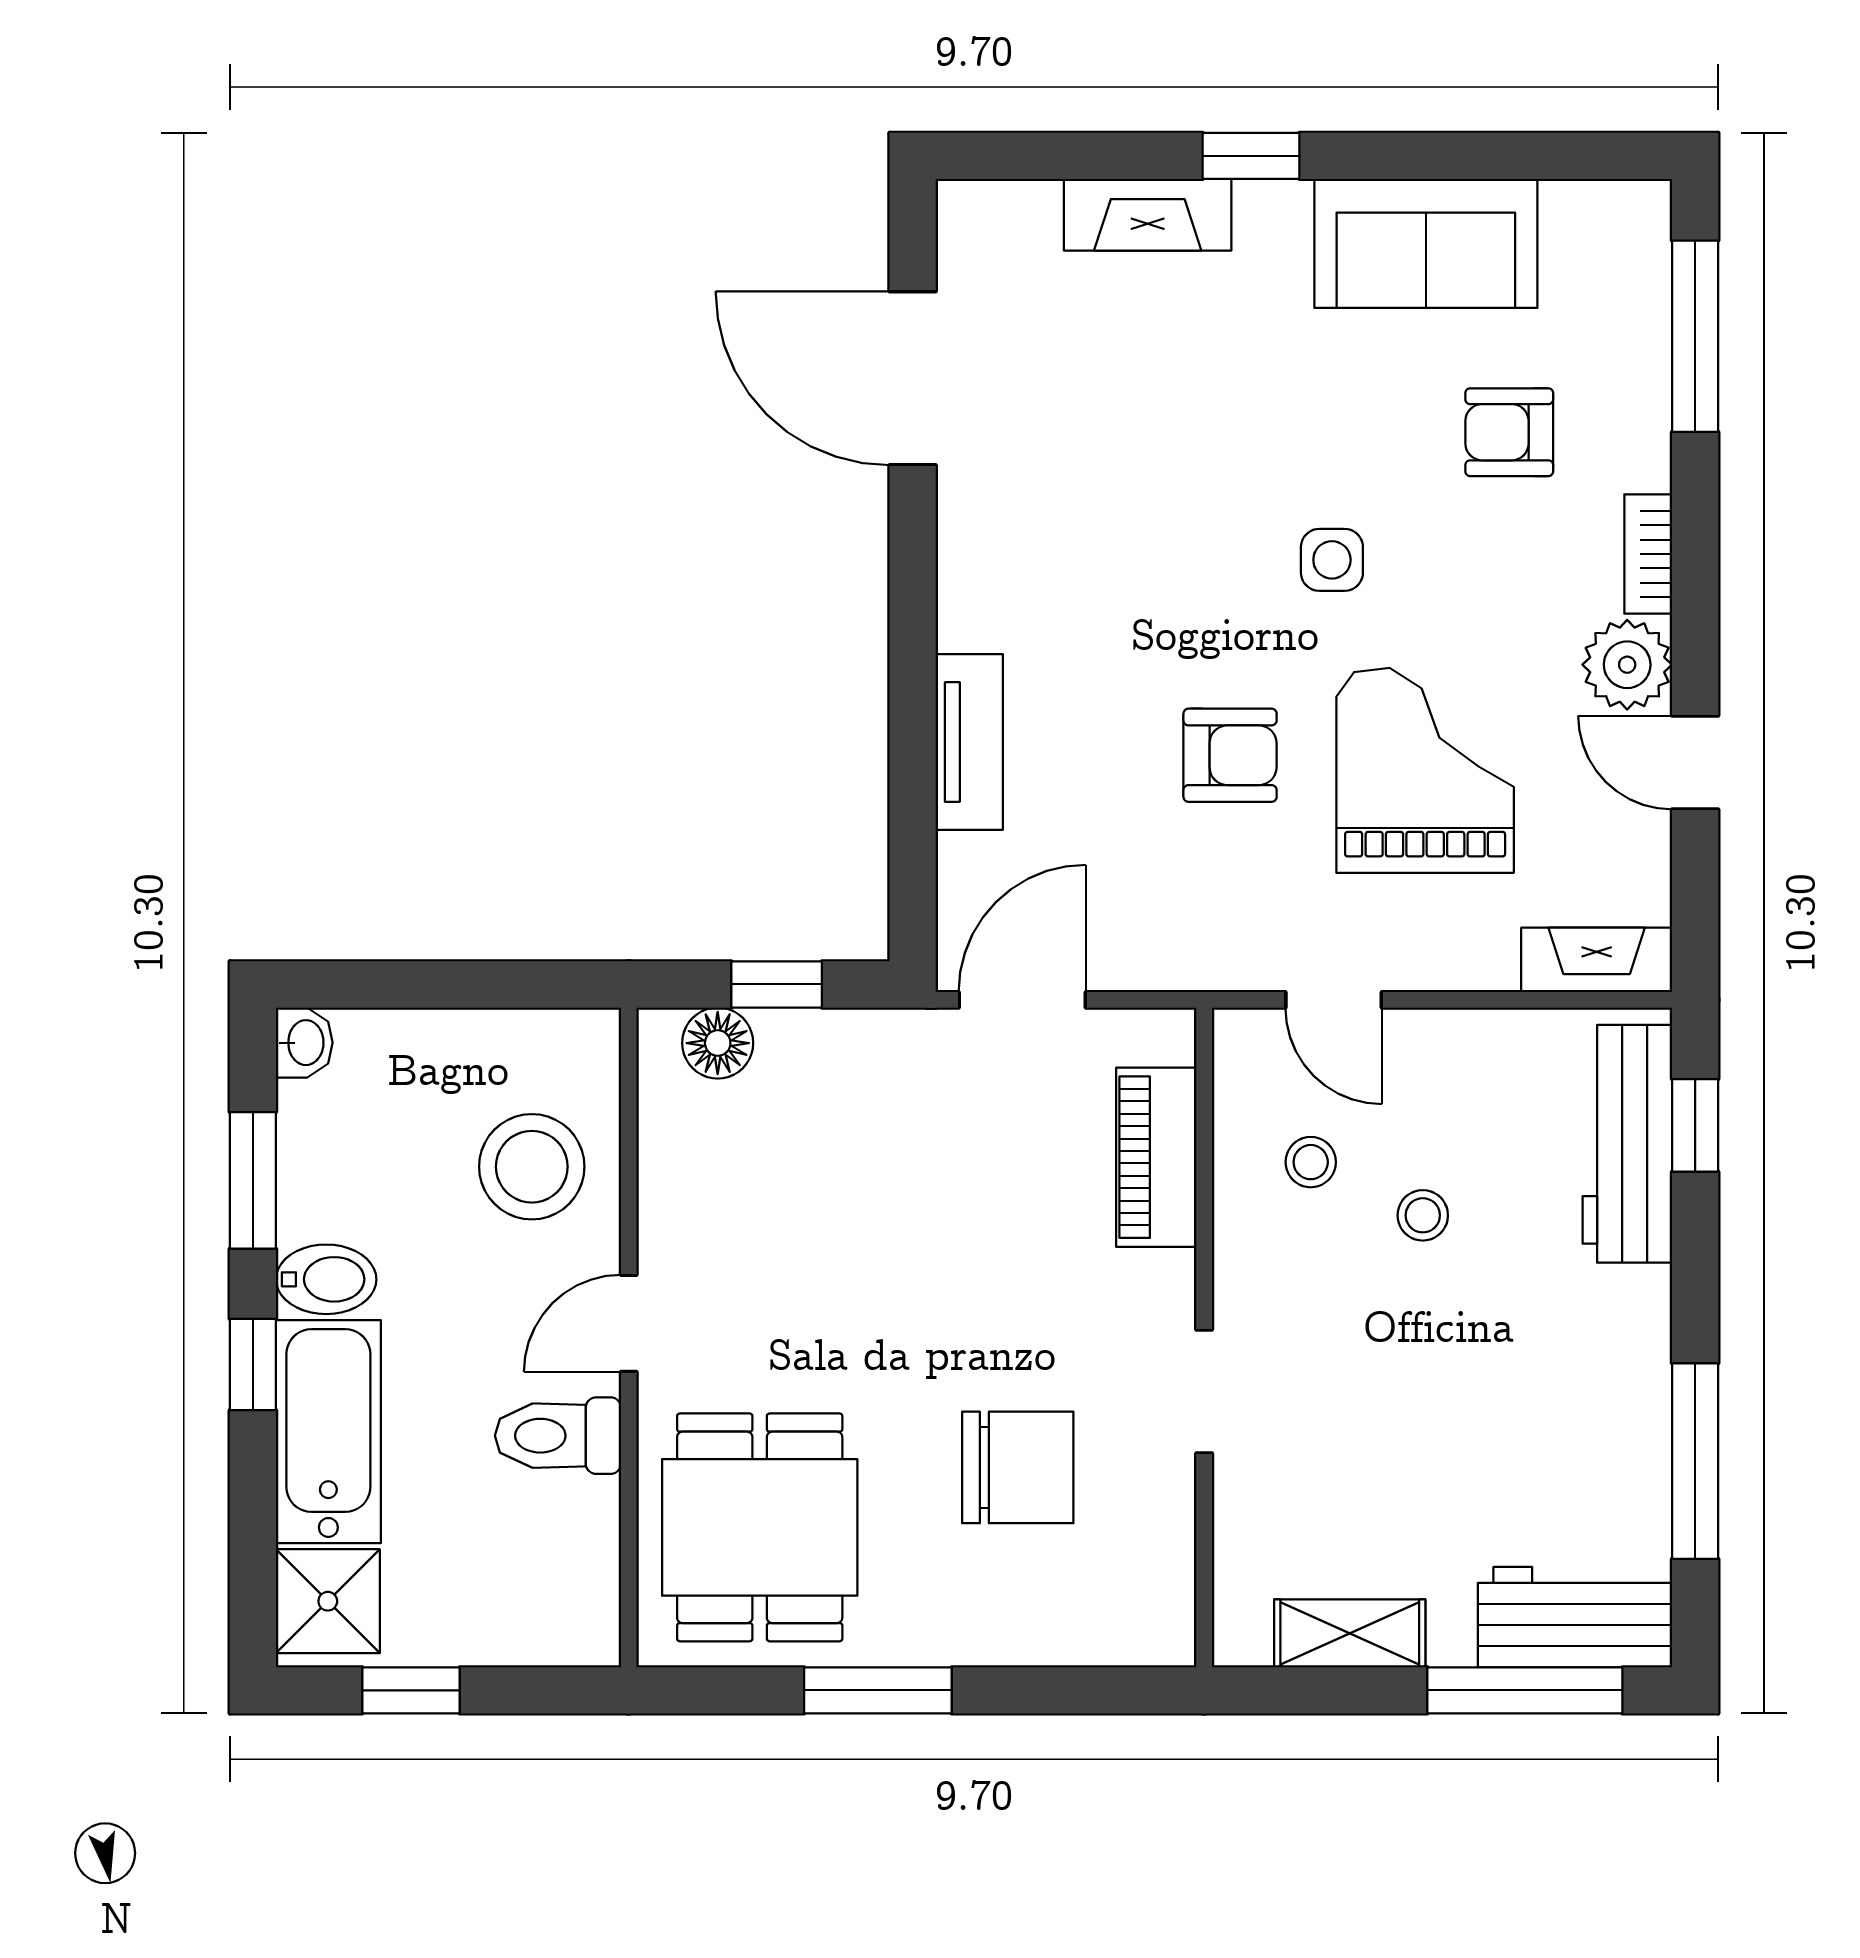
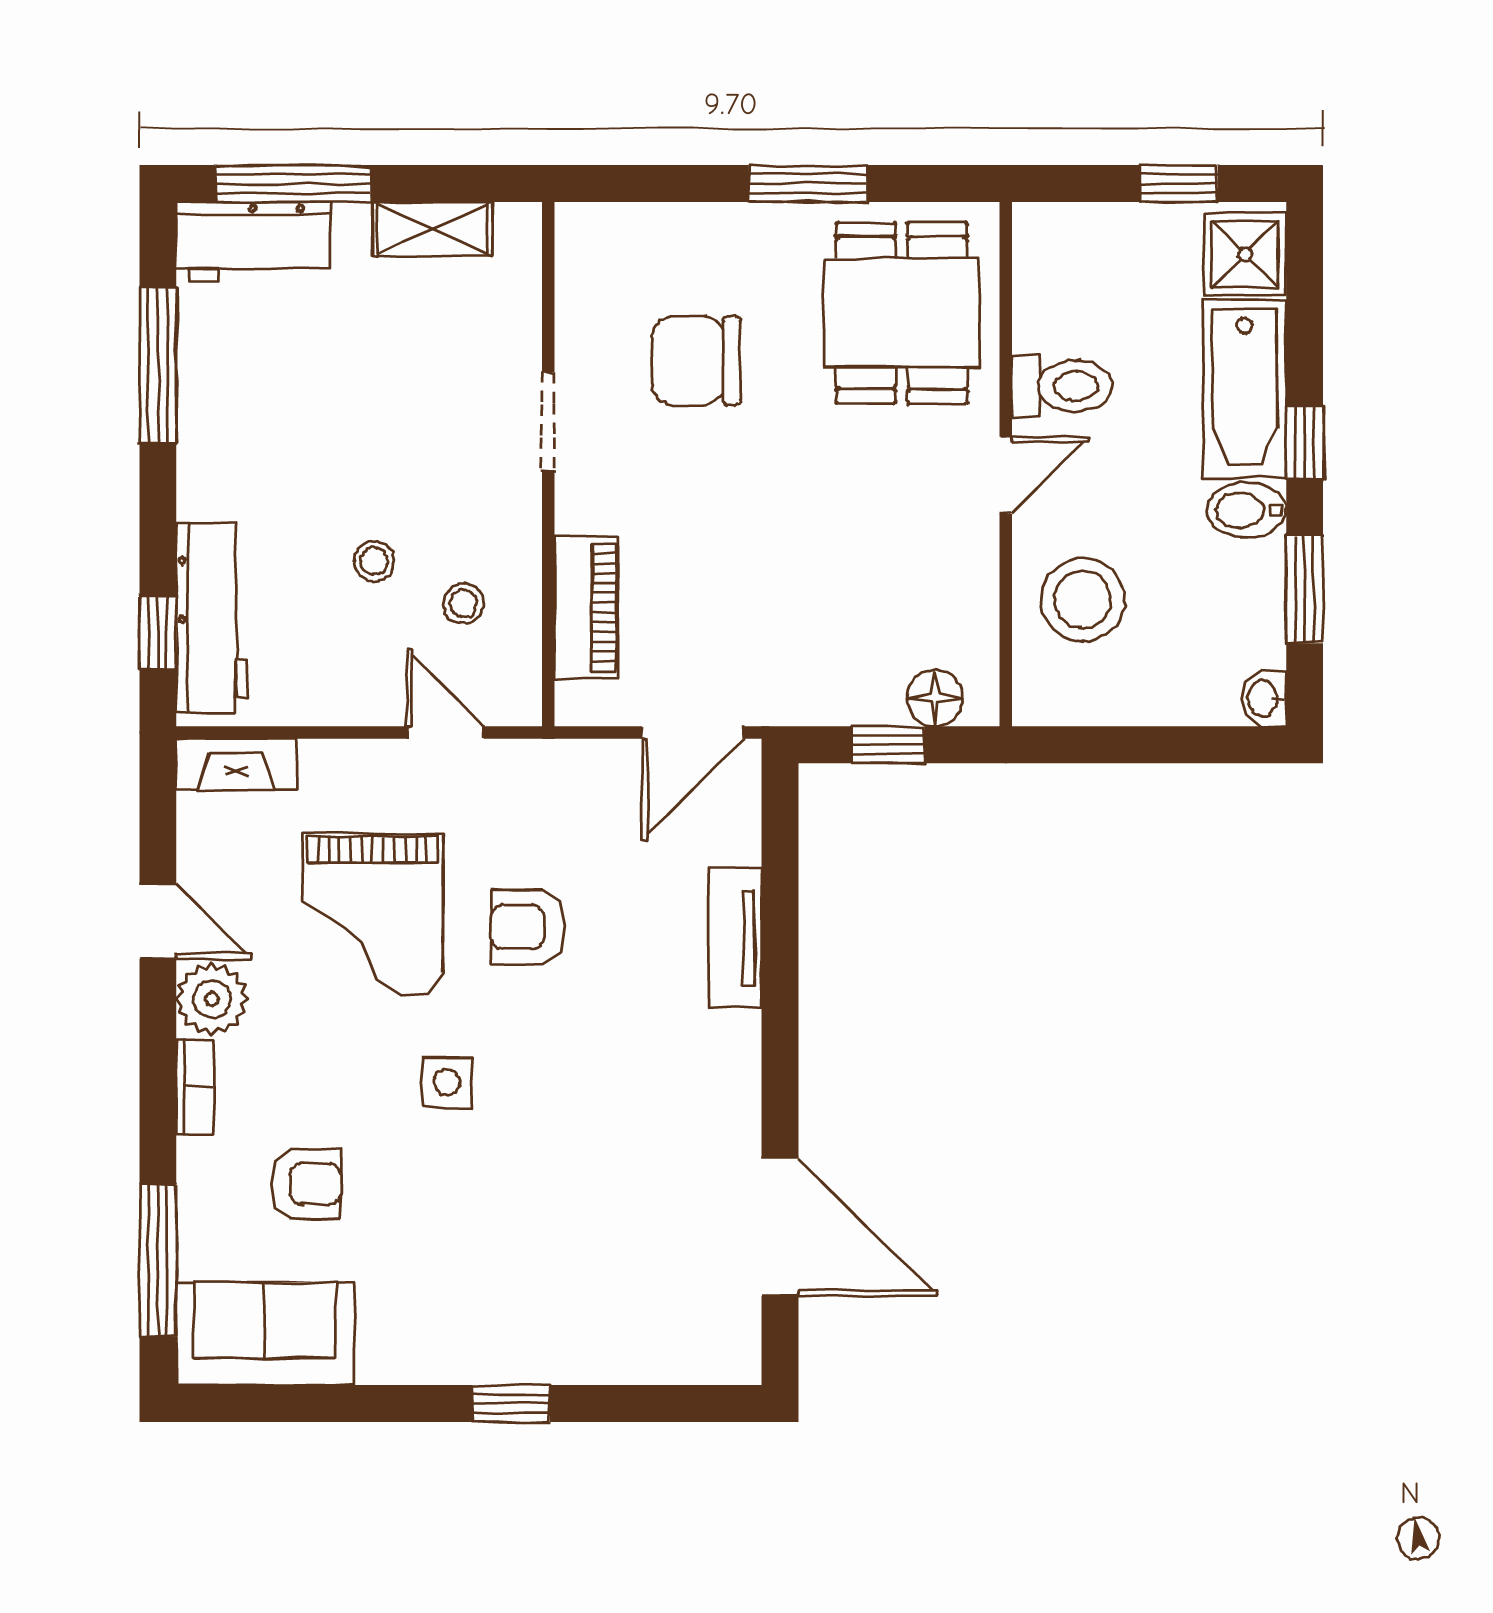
fireplace: (1148, 215) -> (593, 1357), removed
sofa: (1426, 243) -> (265, 1334), moved

